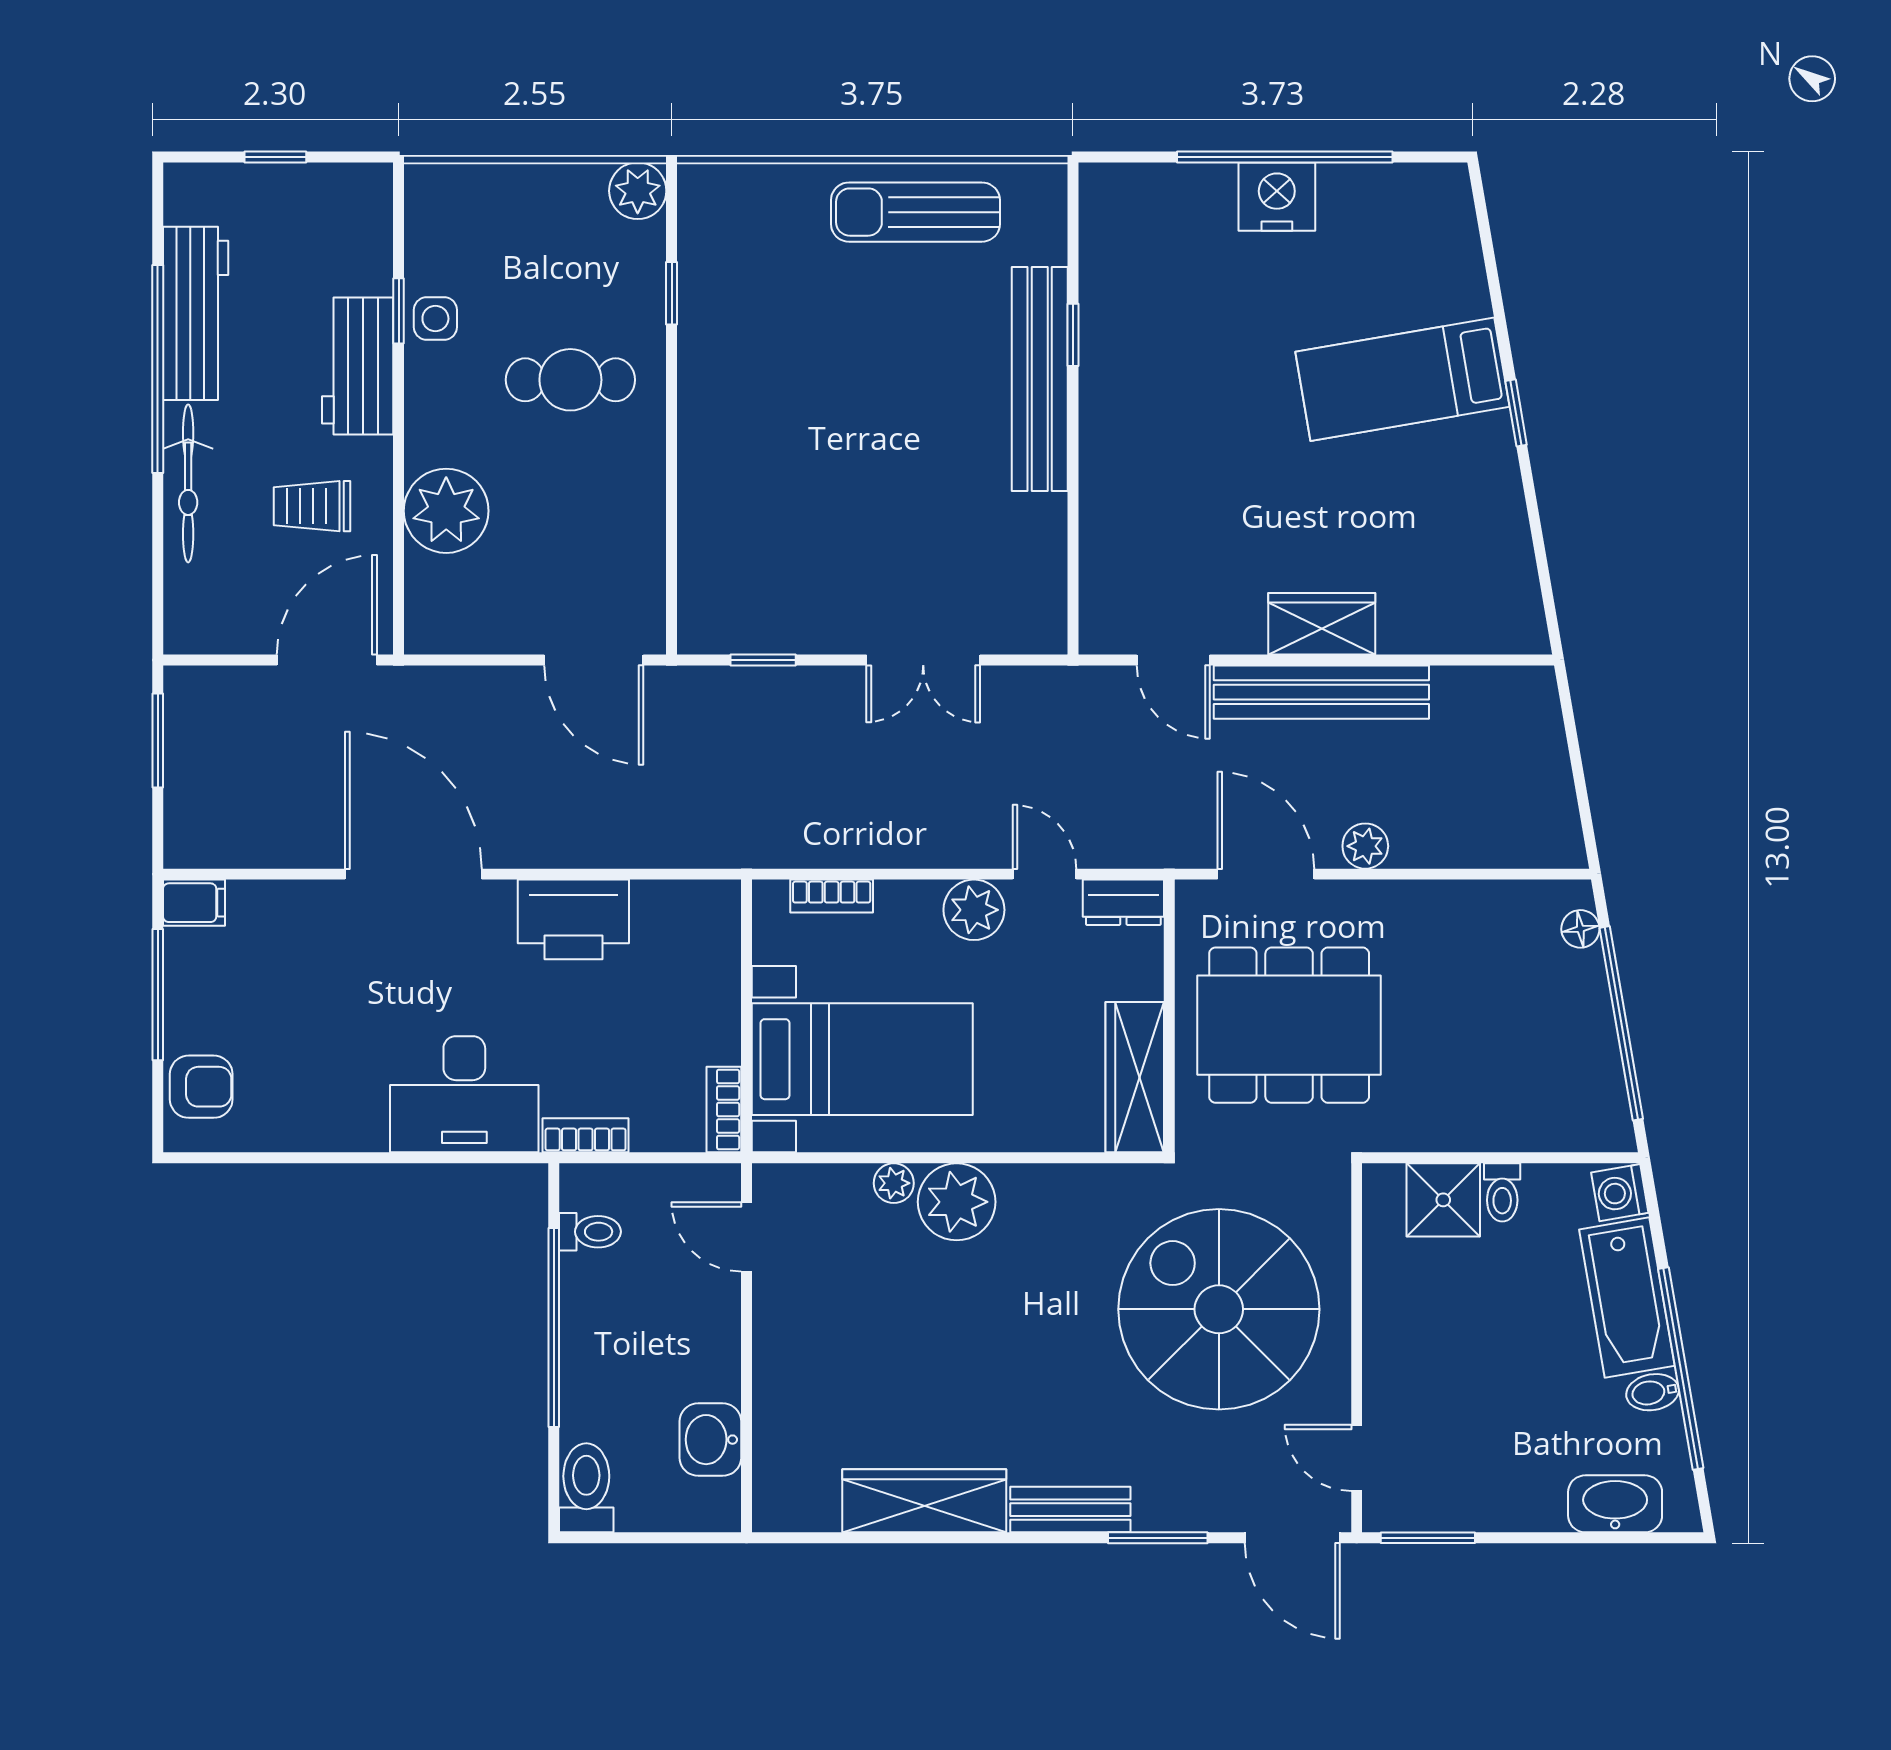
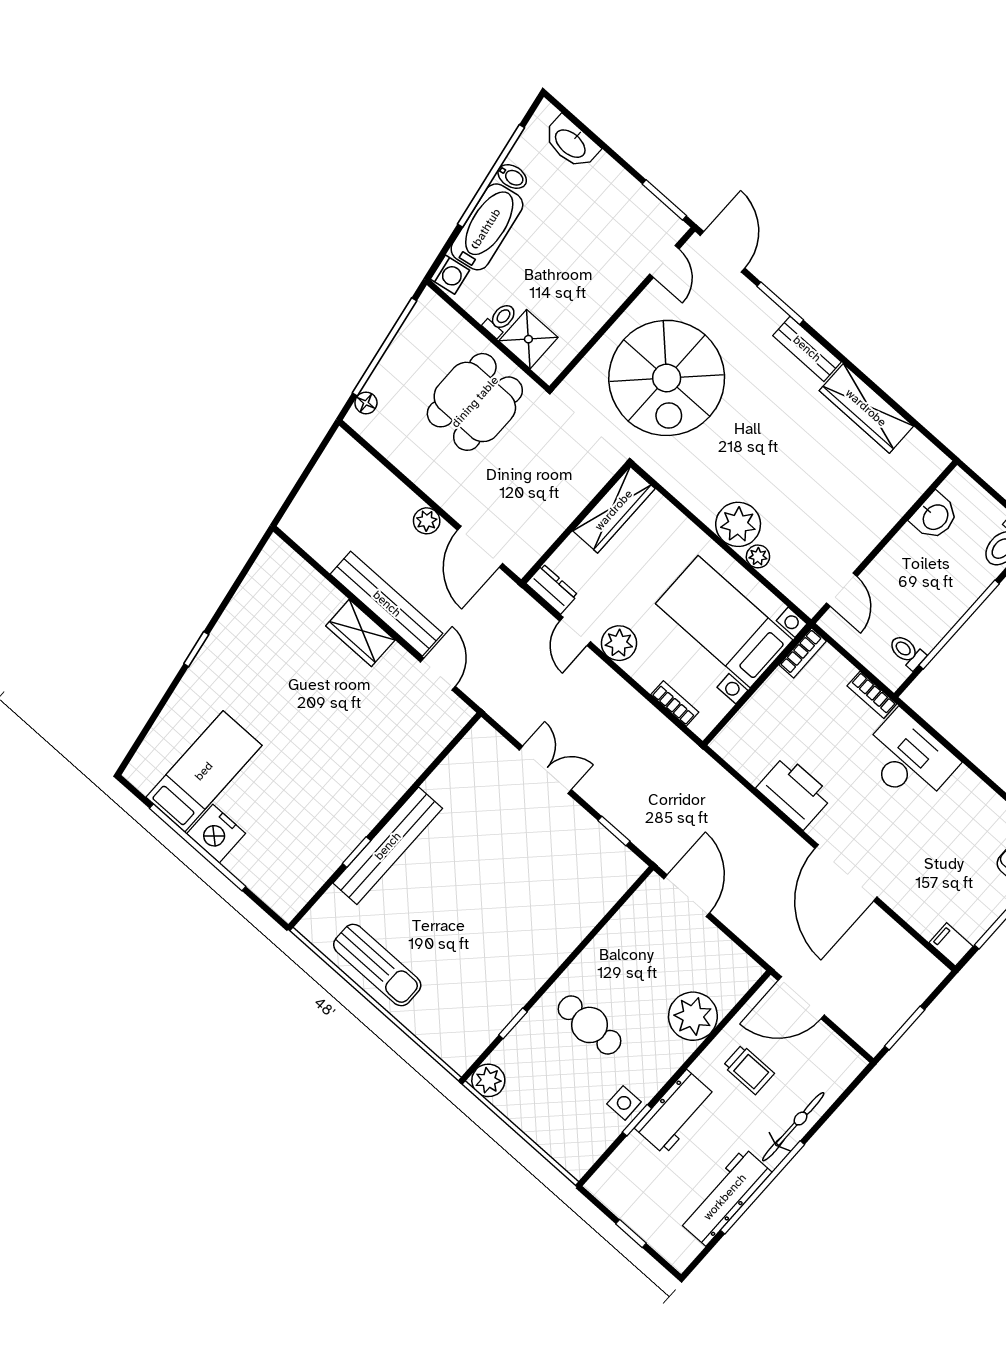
bed: (1402, 379) -> (204, 771), moved, turned -80
dining table: (1289, 1025) -> (475, 402), moved, width x0.73

